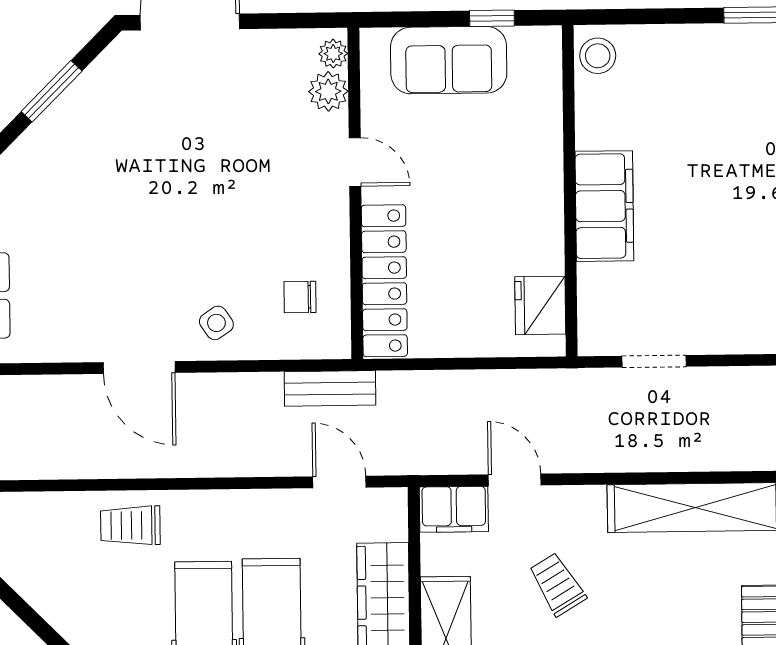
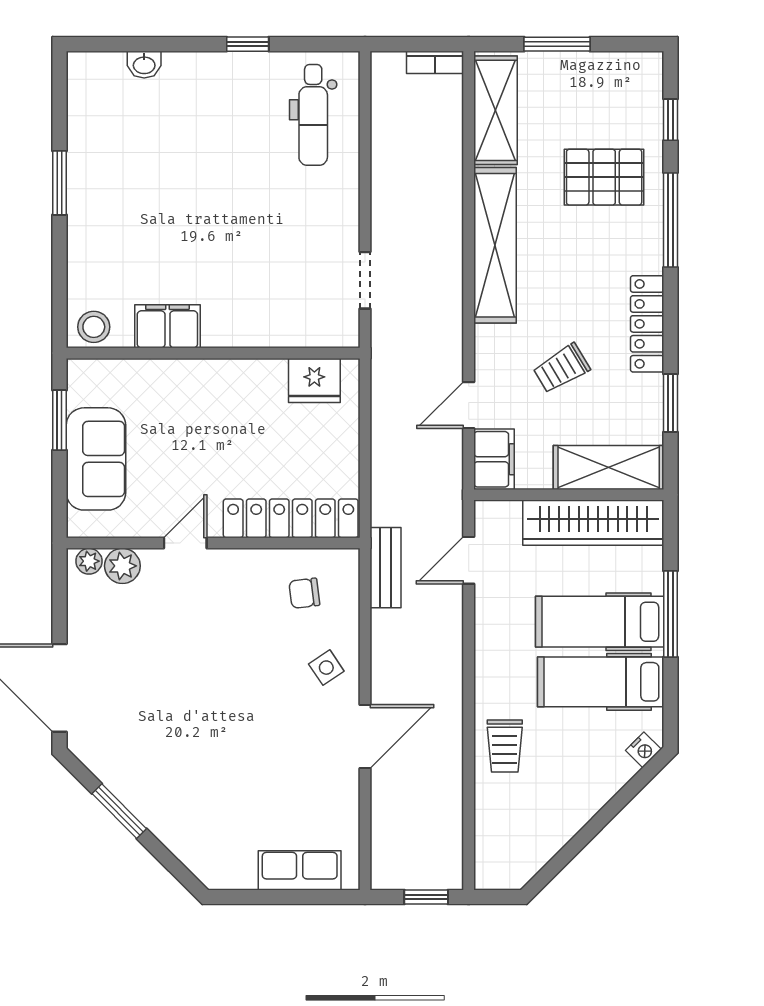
window: (492, 18) -> (59, 420), width x1.50
filing cabinet: (604, 206) -> (167, 326), moved, width x0.67, depth x0.86
chair: (300, 297) -> (304, 593), turned 83

